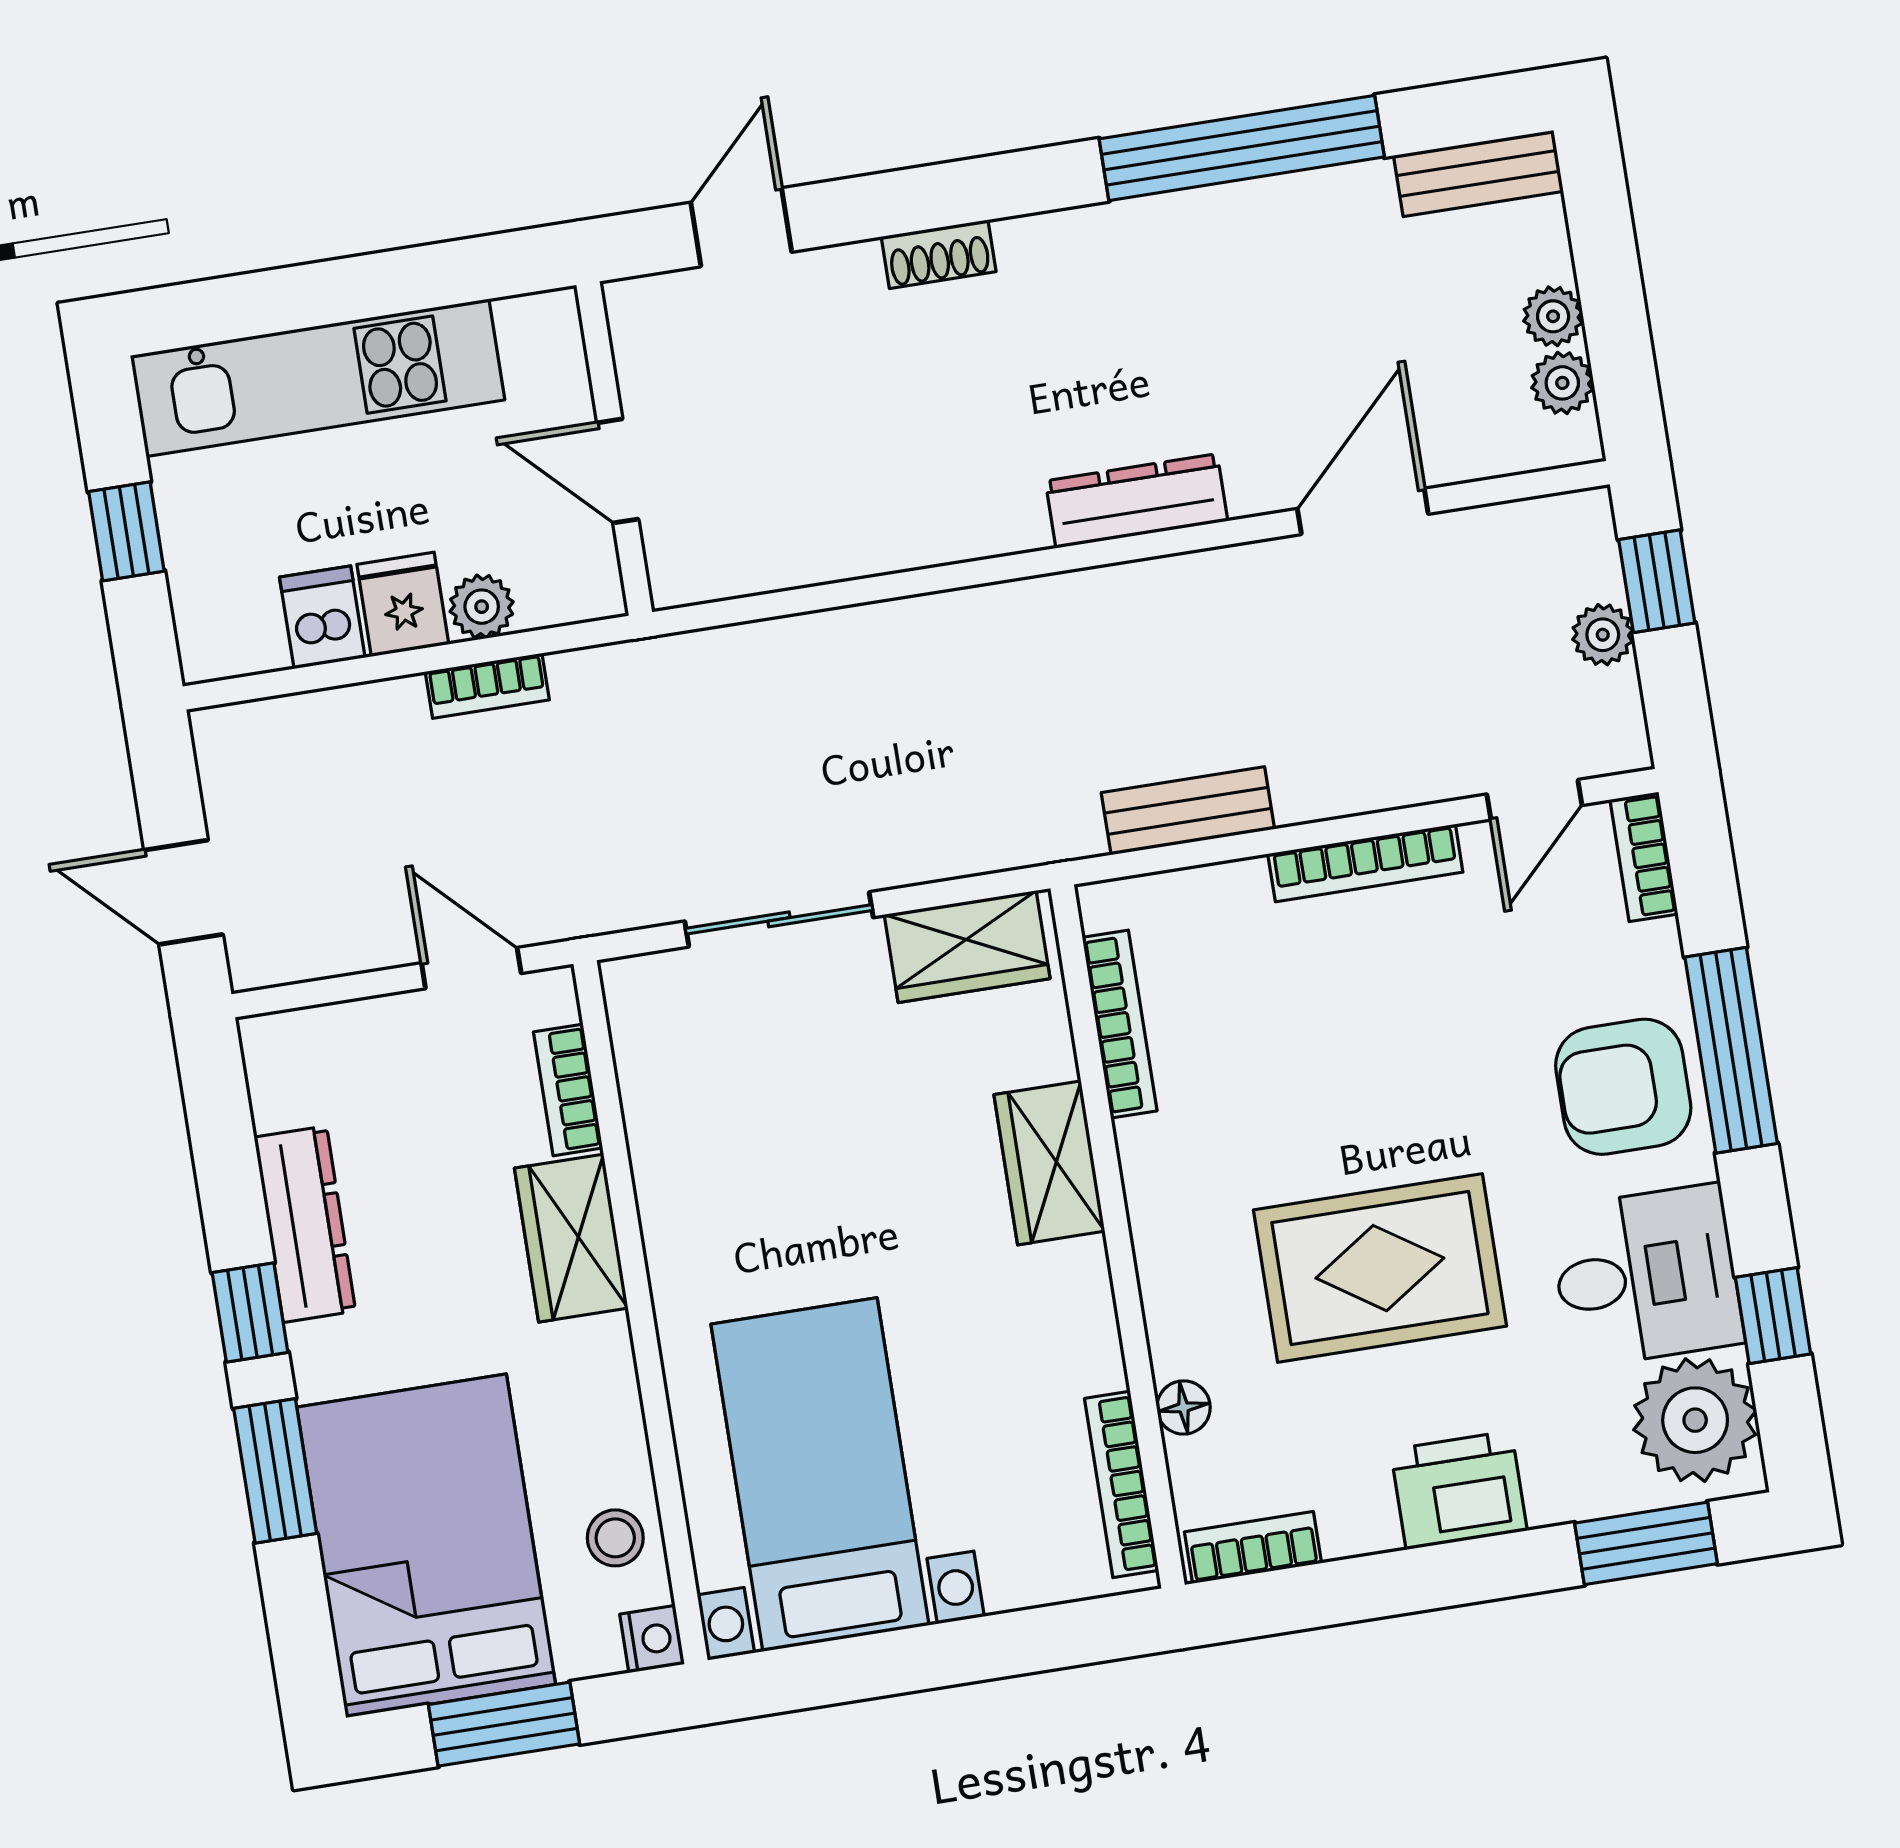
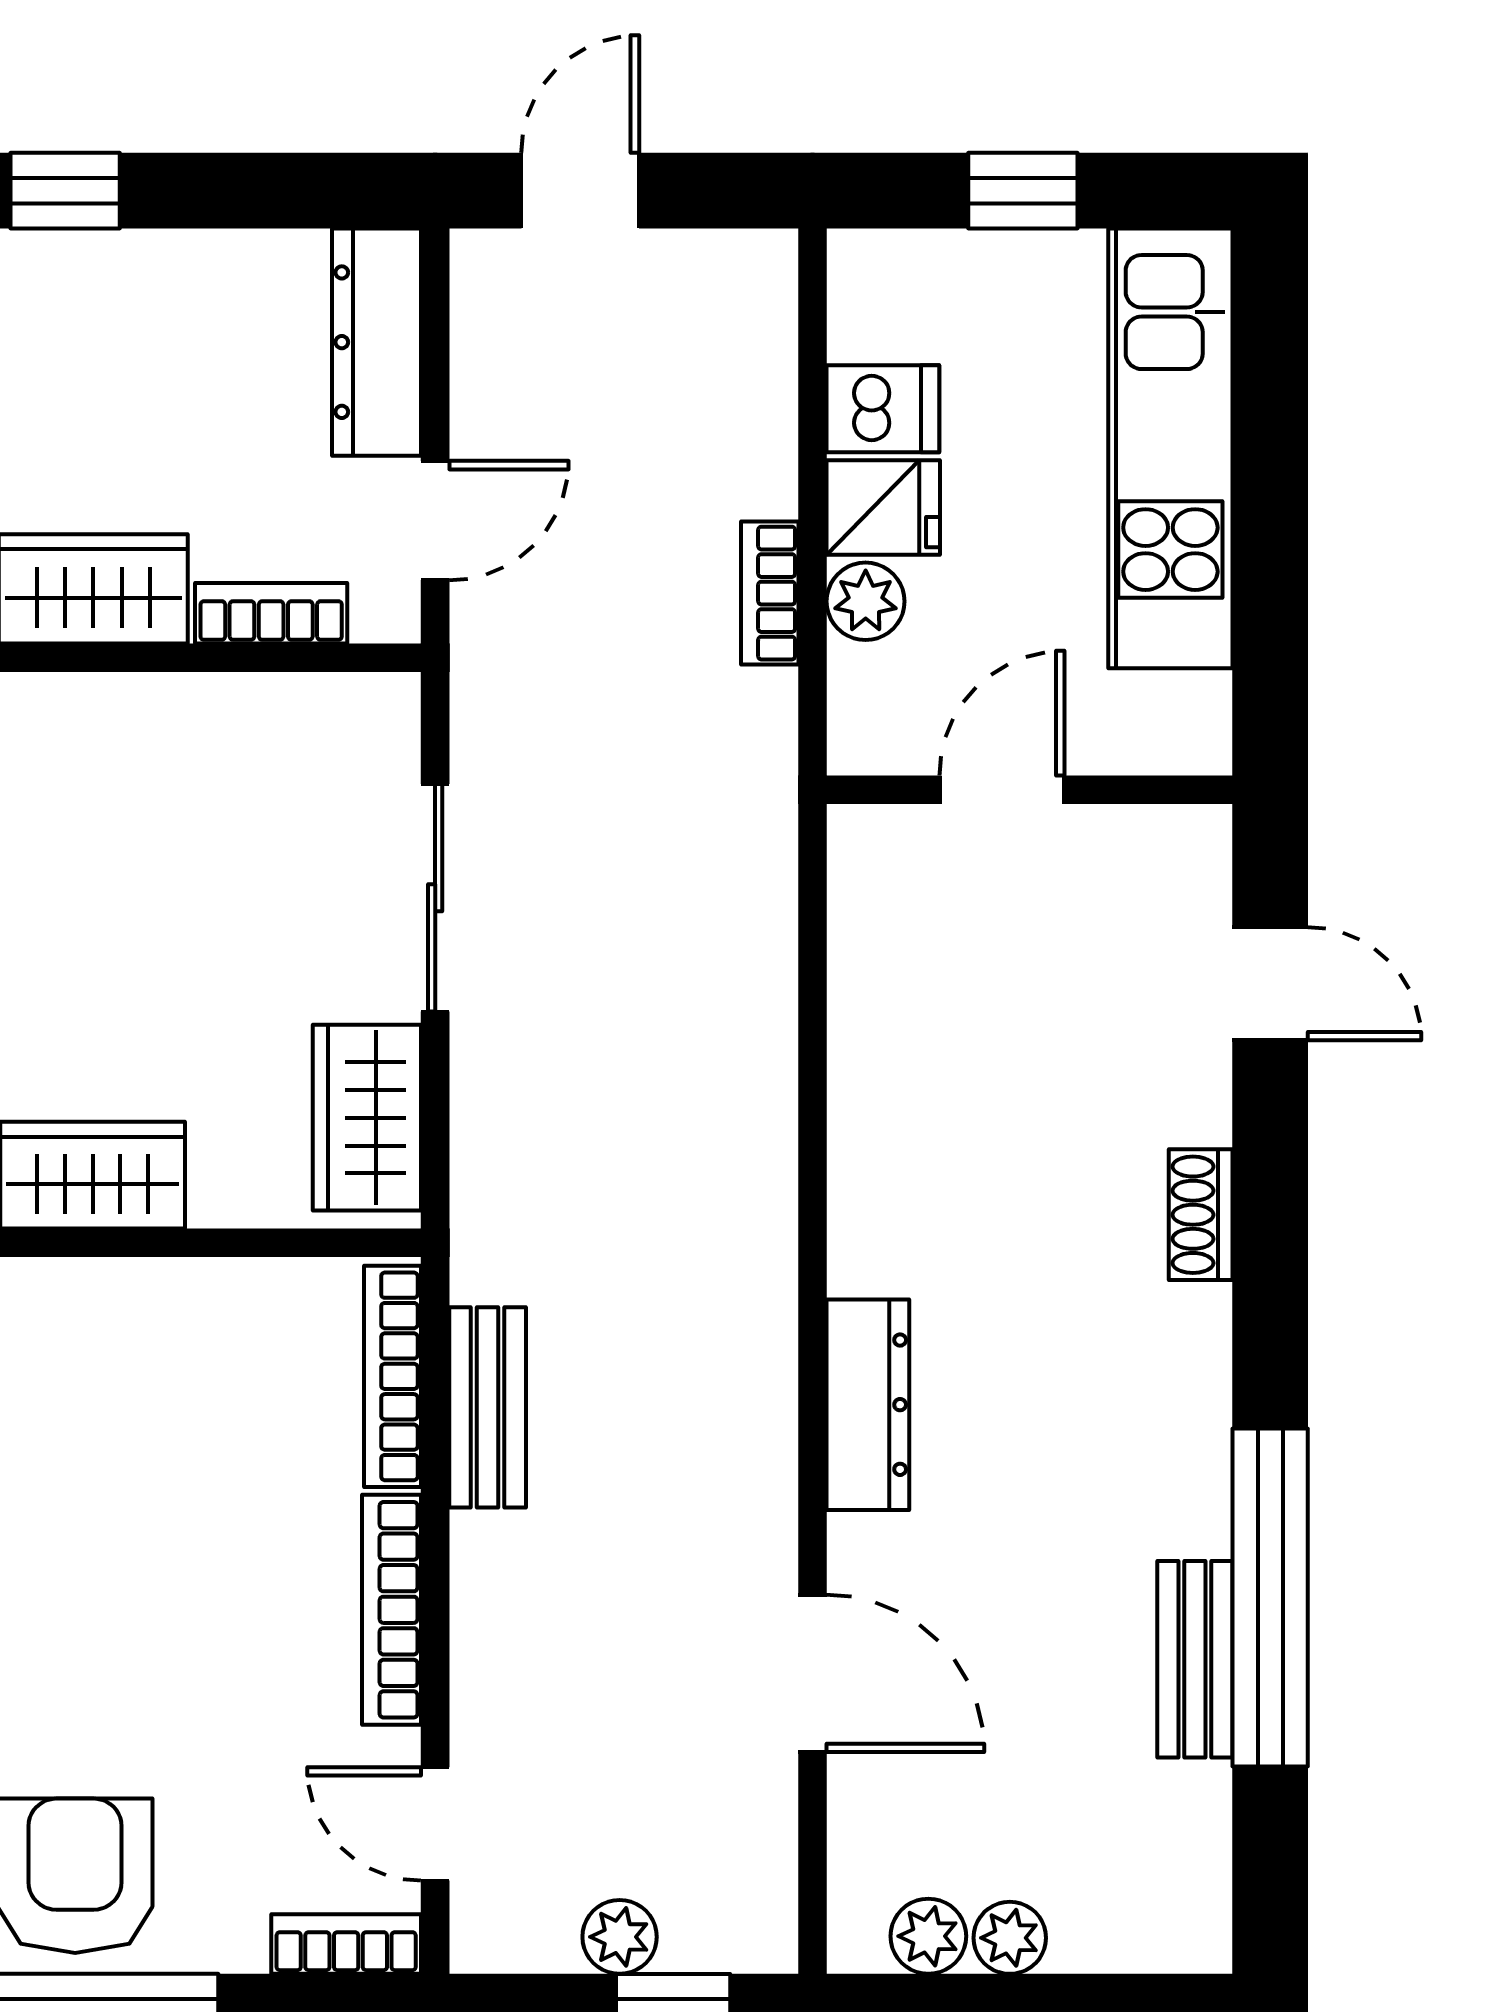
bench: (1478, 173) -> (1195, 1659), moved
bookcase: (1120, 1024) -> (393, 1376), moved, turned 90
dresser: (305, 1224) -> (376, 342), moved, turned 90

